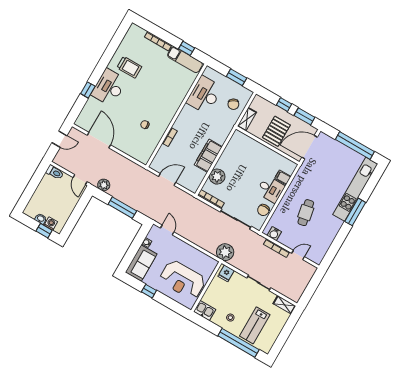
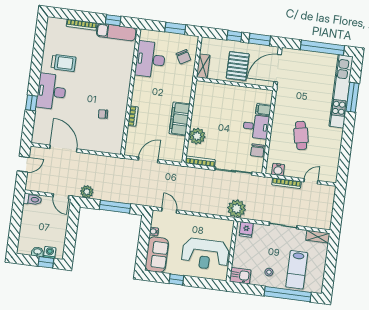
window: (355, 212) -> (353, 97), moved

